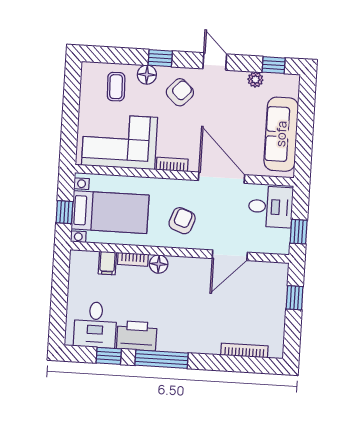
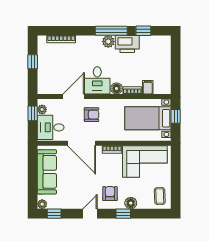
door: (215, 61) -> (90, 214), swing flipped
plant: (255, 80) -> (42, 204), moved
coffee table: (116, 87) -> (160, 196), moved
armchair: (180, 92) -> (110, 194), turned 137
armchair: (182, 221) -> (92, 115), moved, turned -110
plant: (283, 237) -> (42, 109), added
window: (295, 298) -> (33, 62), moved
desk: (95, 325) -> (97, 80), moved, turned 180
plant: (167, 342) -> (108, 42), added

